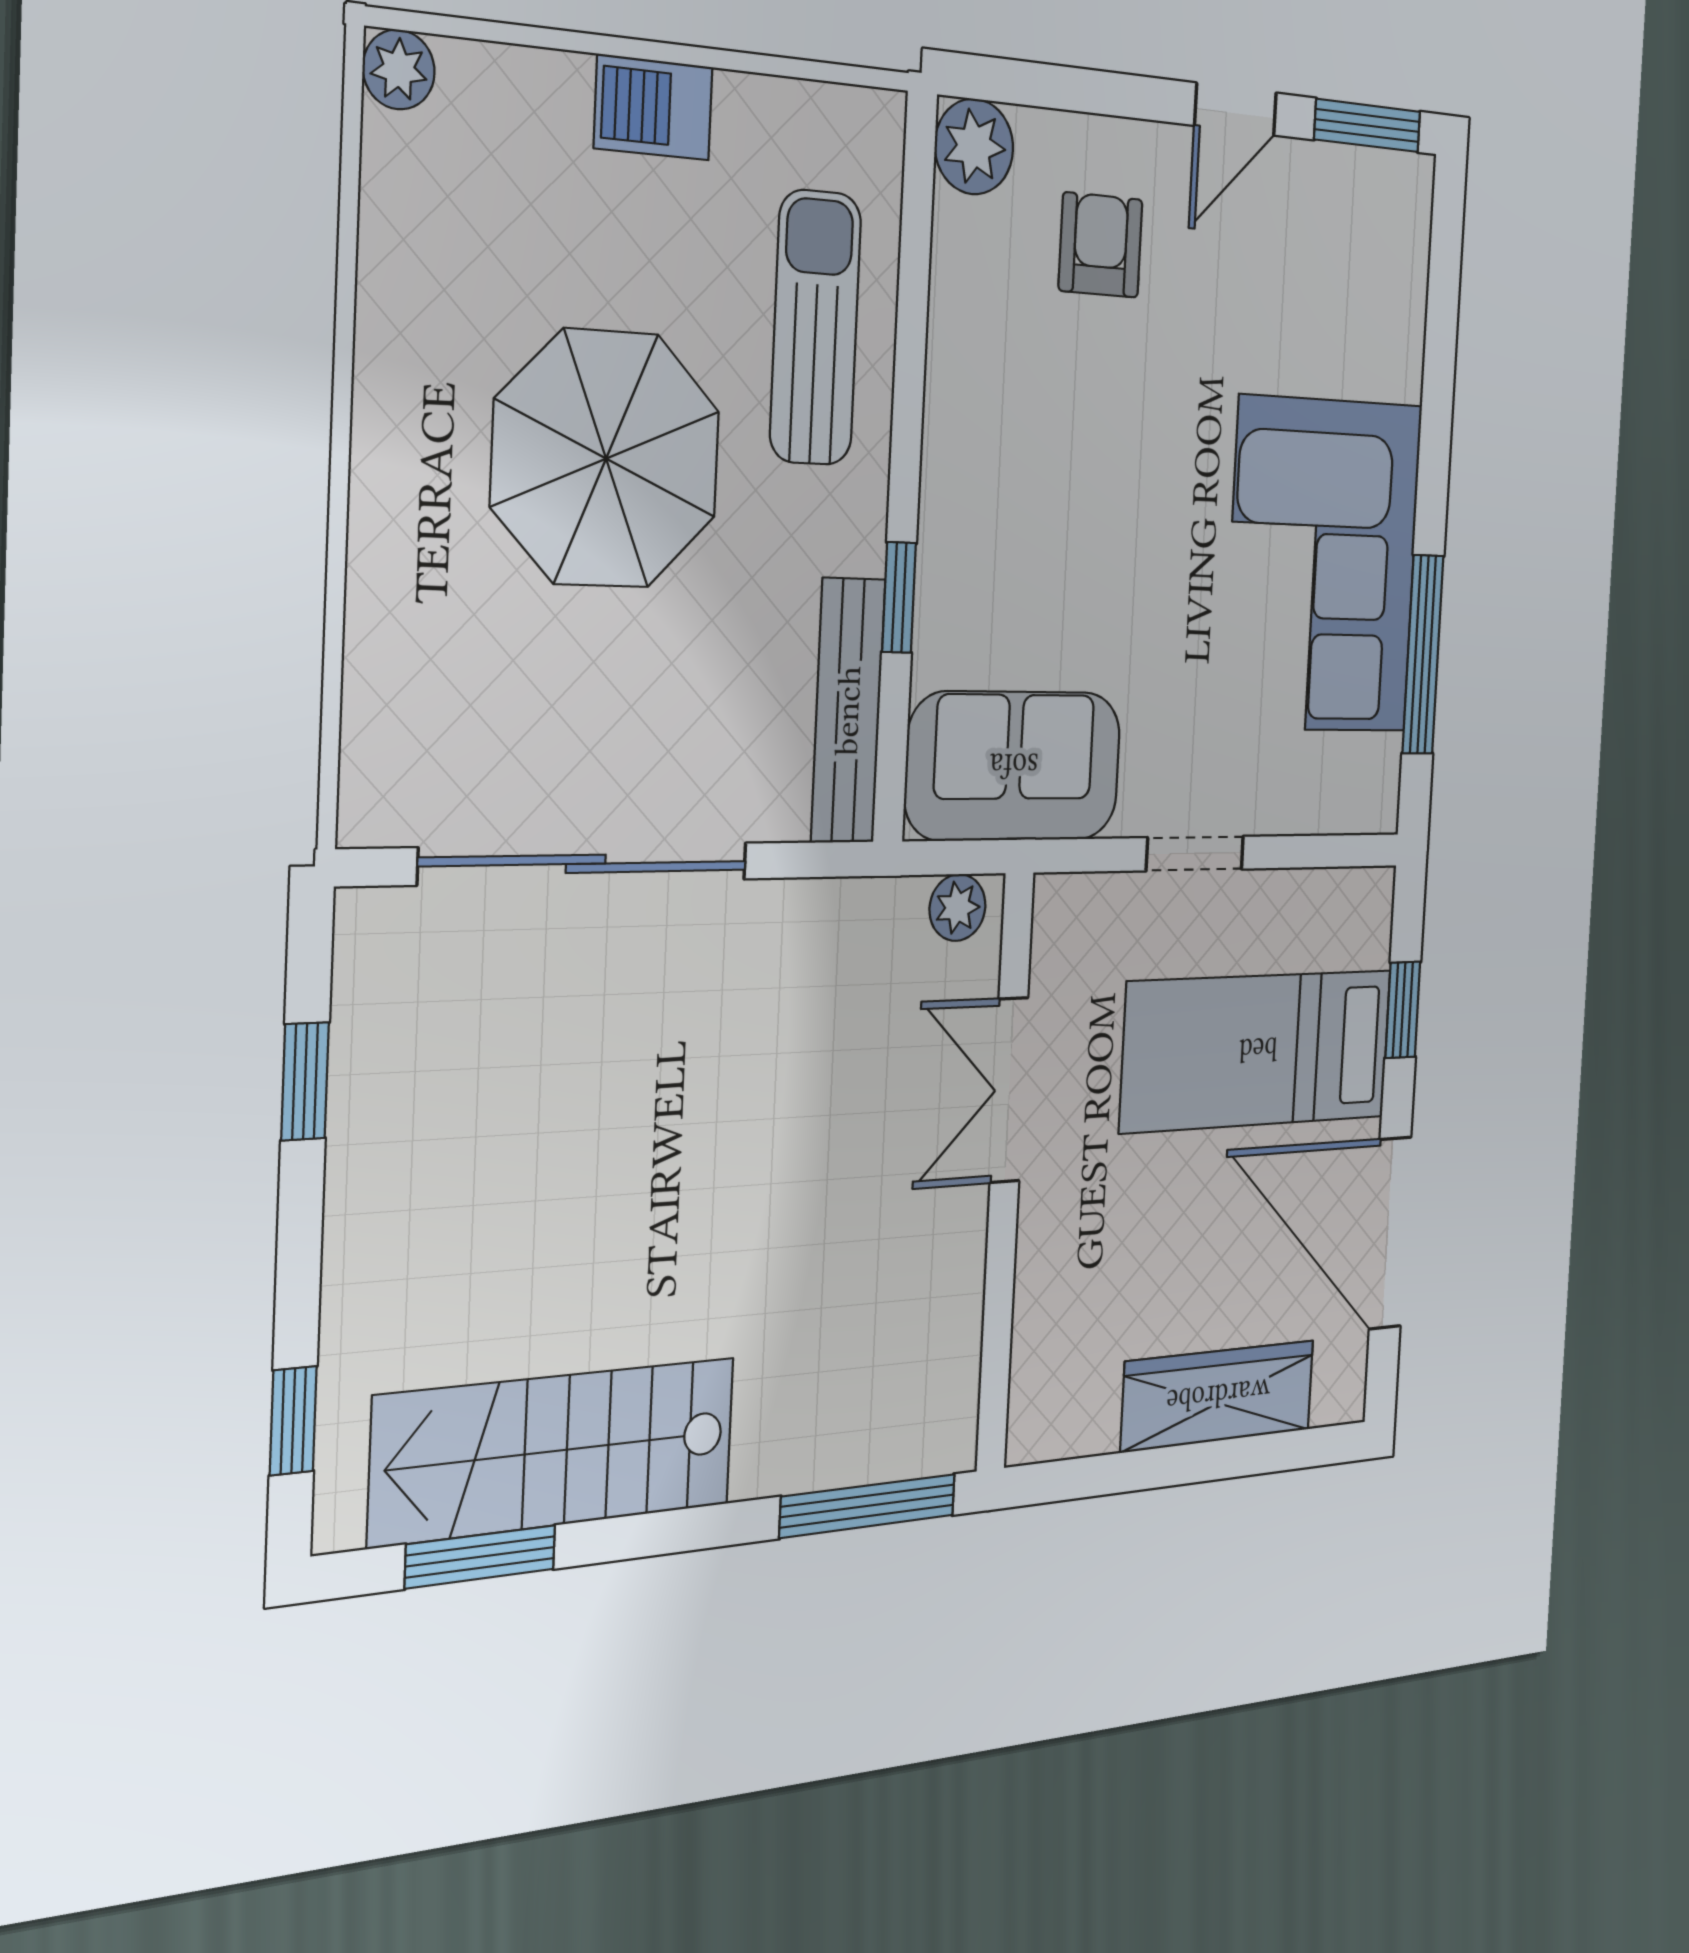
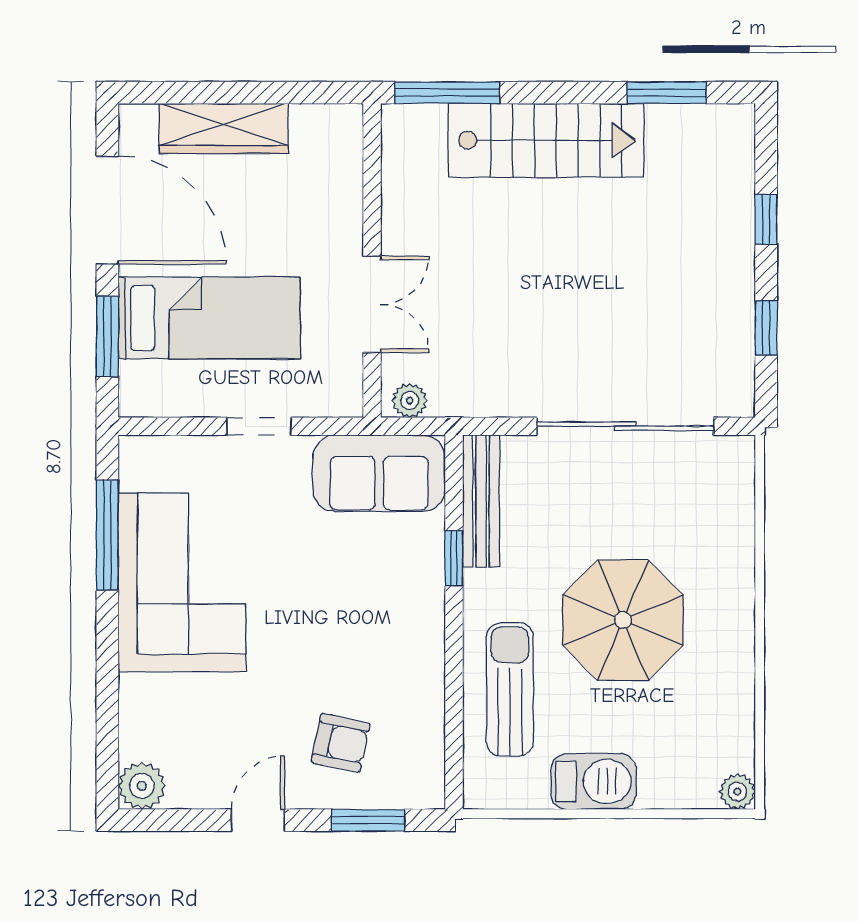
barbecue: (653, 107) -> (593, 782), width x1.38, depth x1.27
window: (1367, 126) -> (368, 820), moved
plant: (974, 147) -> (142, 786), moved
armchair: (1101, 245) -> (341, 743), turned -78
sun lounger: (816, 328) -> (510, 689), turned 180
window: (1403, 1010) -> (107, 336), width x1.50
window: (293, 1421) -> (766, 220), moved
stairs: (555, 1451) -> (546, 140), moved

